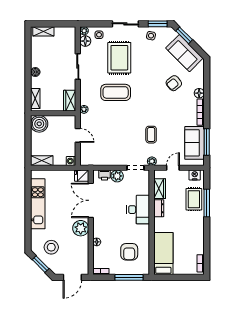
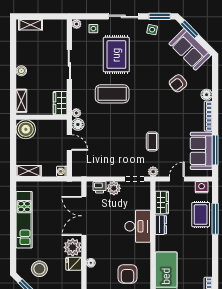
floor lamp: (85, 41) -> (78, 124), moved
fridge: (82, 176) -> (74, 264), moved

